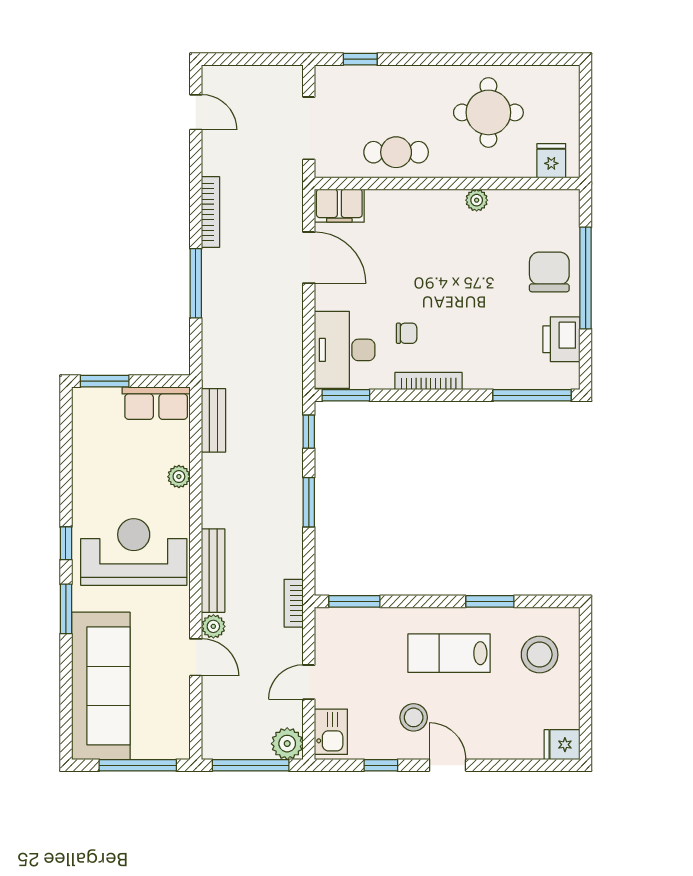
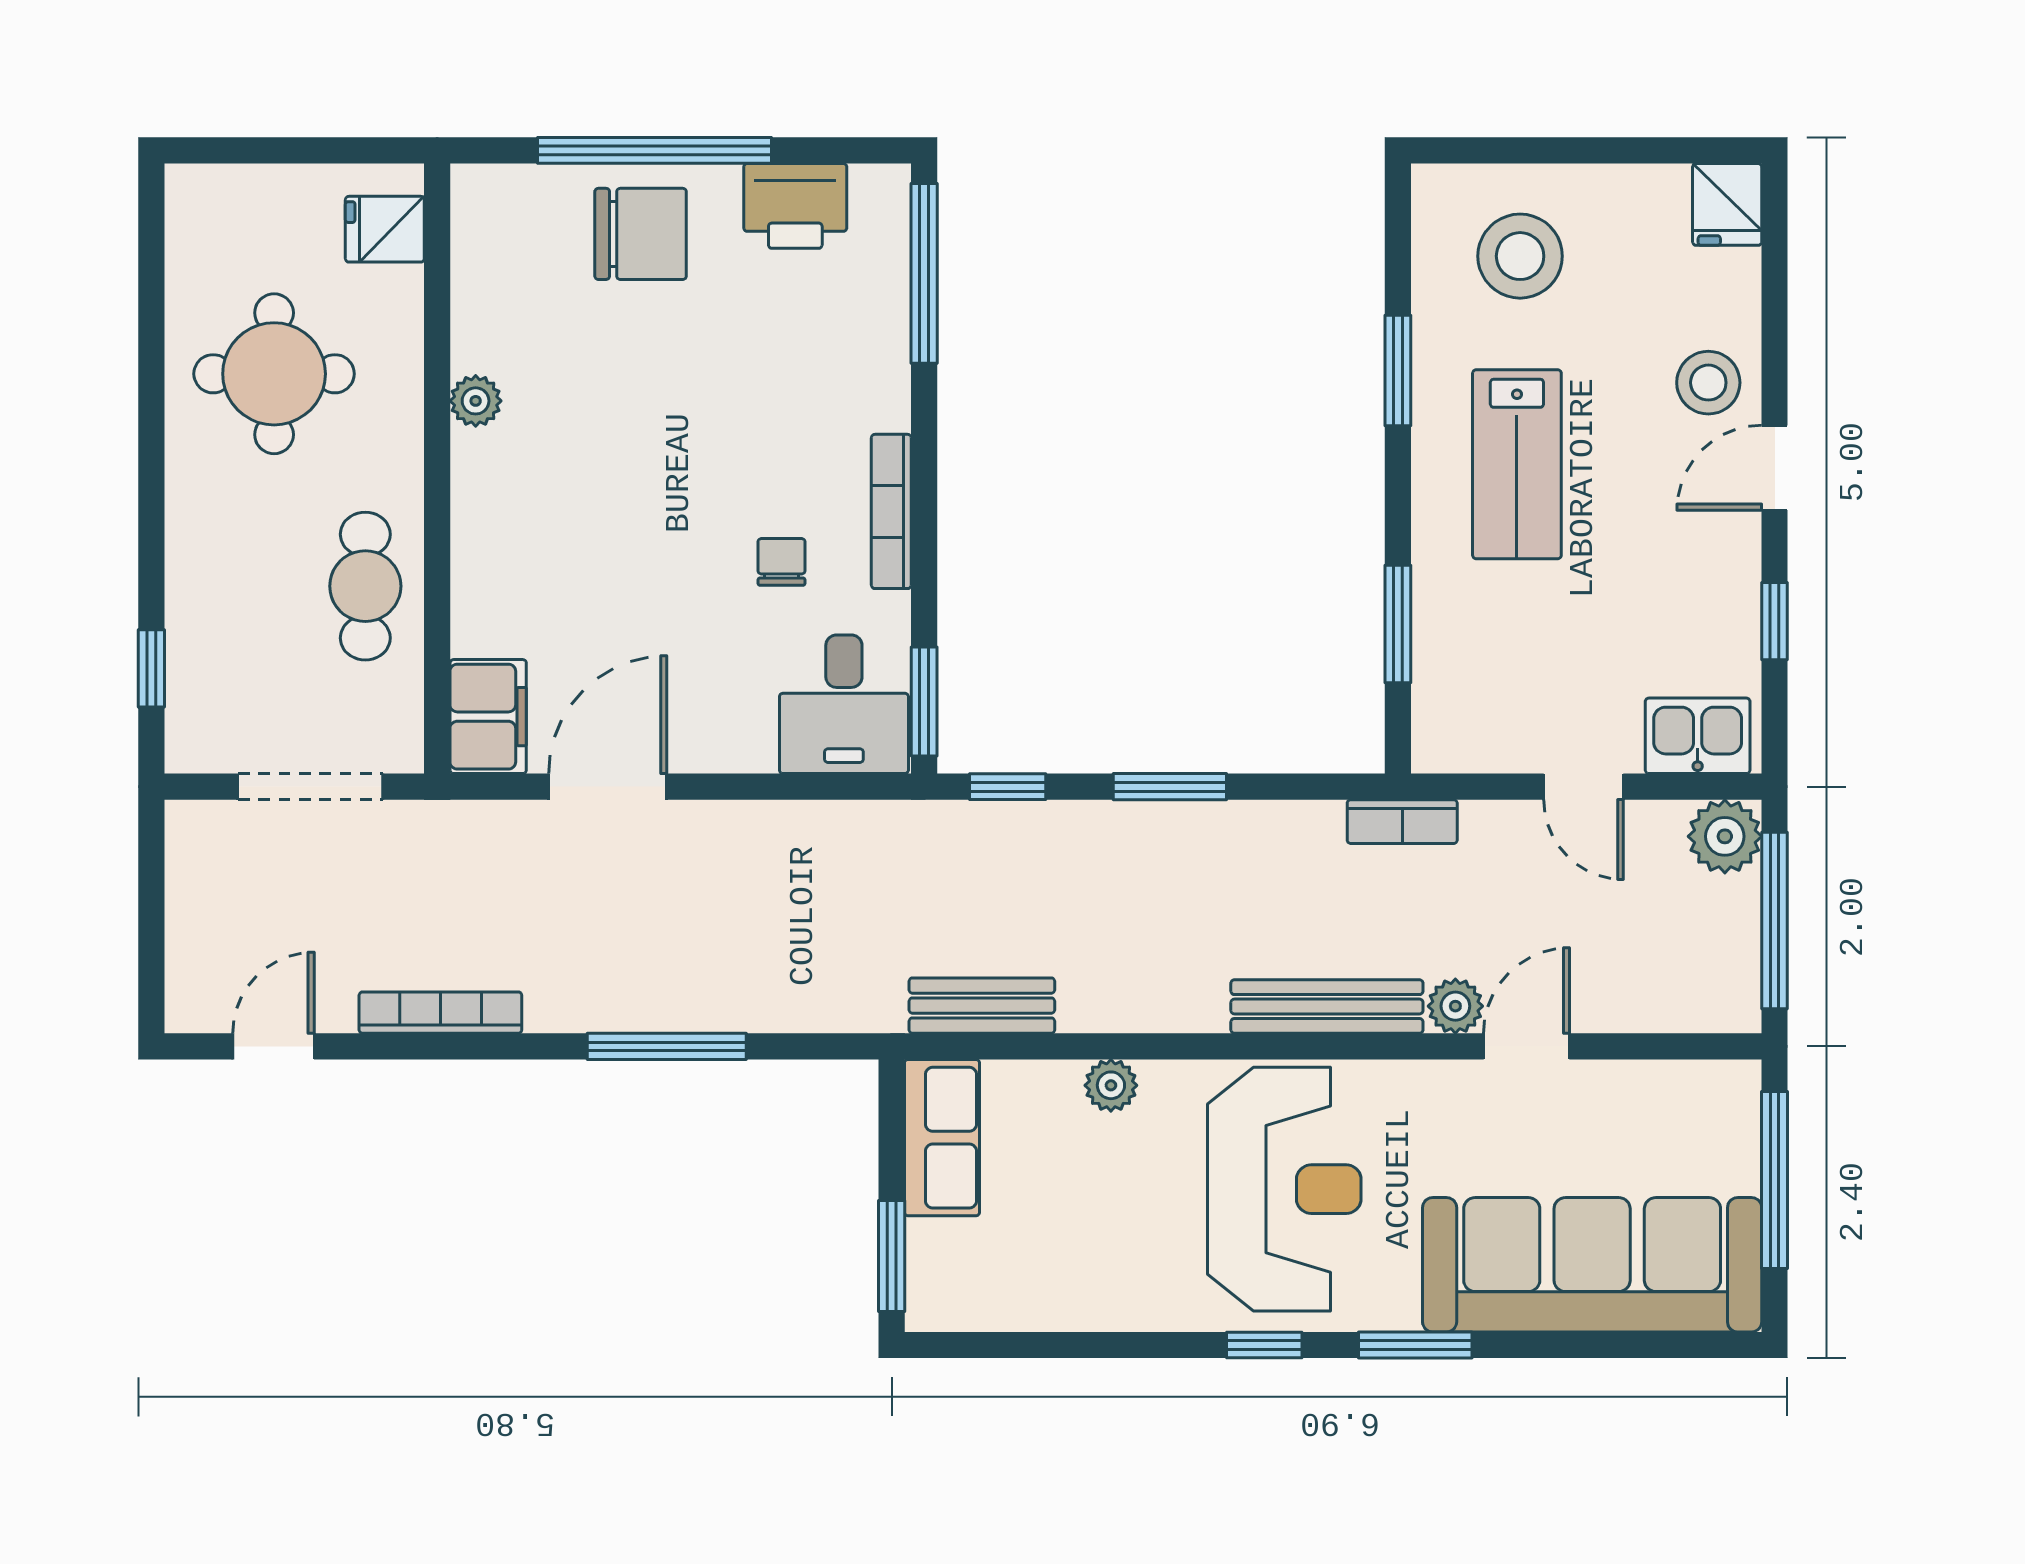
bookcase: (211, 212) -> (440, 1013), moved
chair: (549, 272) -> (641, 234), turned 180
desk: (345, 350) -> (844, 704), width x0.73
reception desk: (134, 552) -> (1284, 1189), turned 180
window: (354, 601) -> (1398, 624), moved
stool: (414, 717) -> (1708, 383), moved

